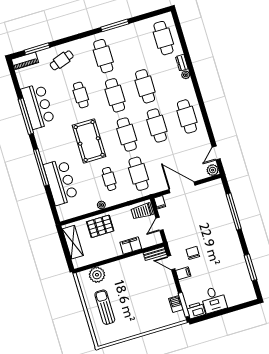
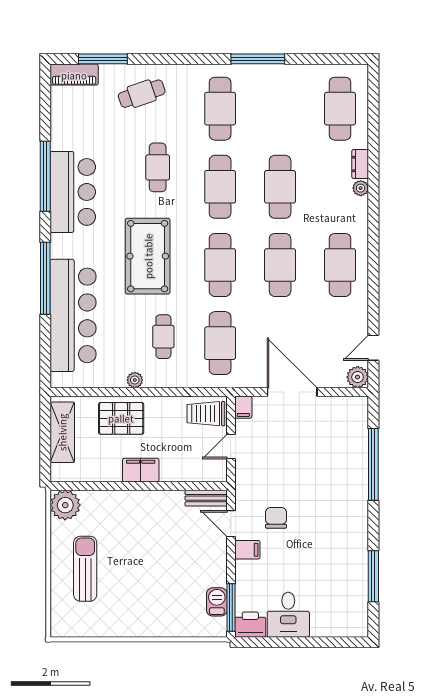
bar counter: (38, 106) -> (73, 192), moved
bar counter: (61, 182) -> (73, 315), width x1.36
filing cabinet: (131, 246) -> (141, 470), moved
plant: (97, 275) -> (65, 505), moved

